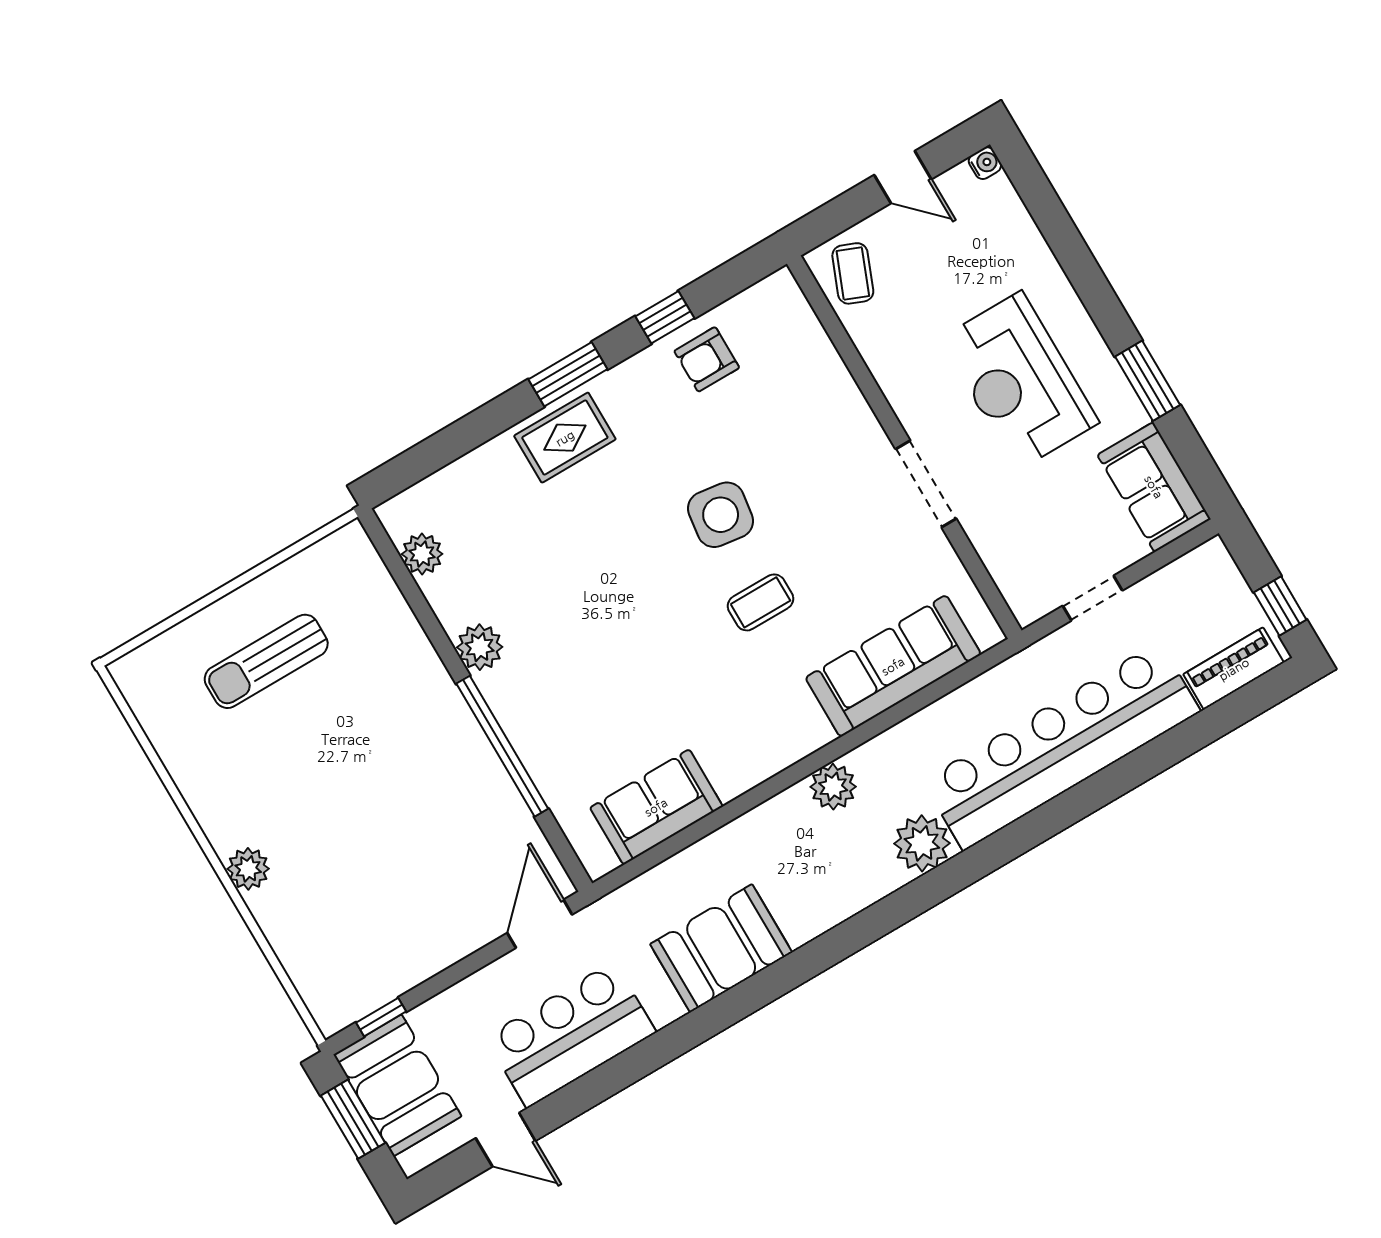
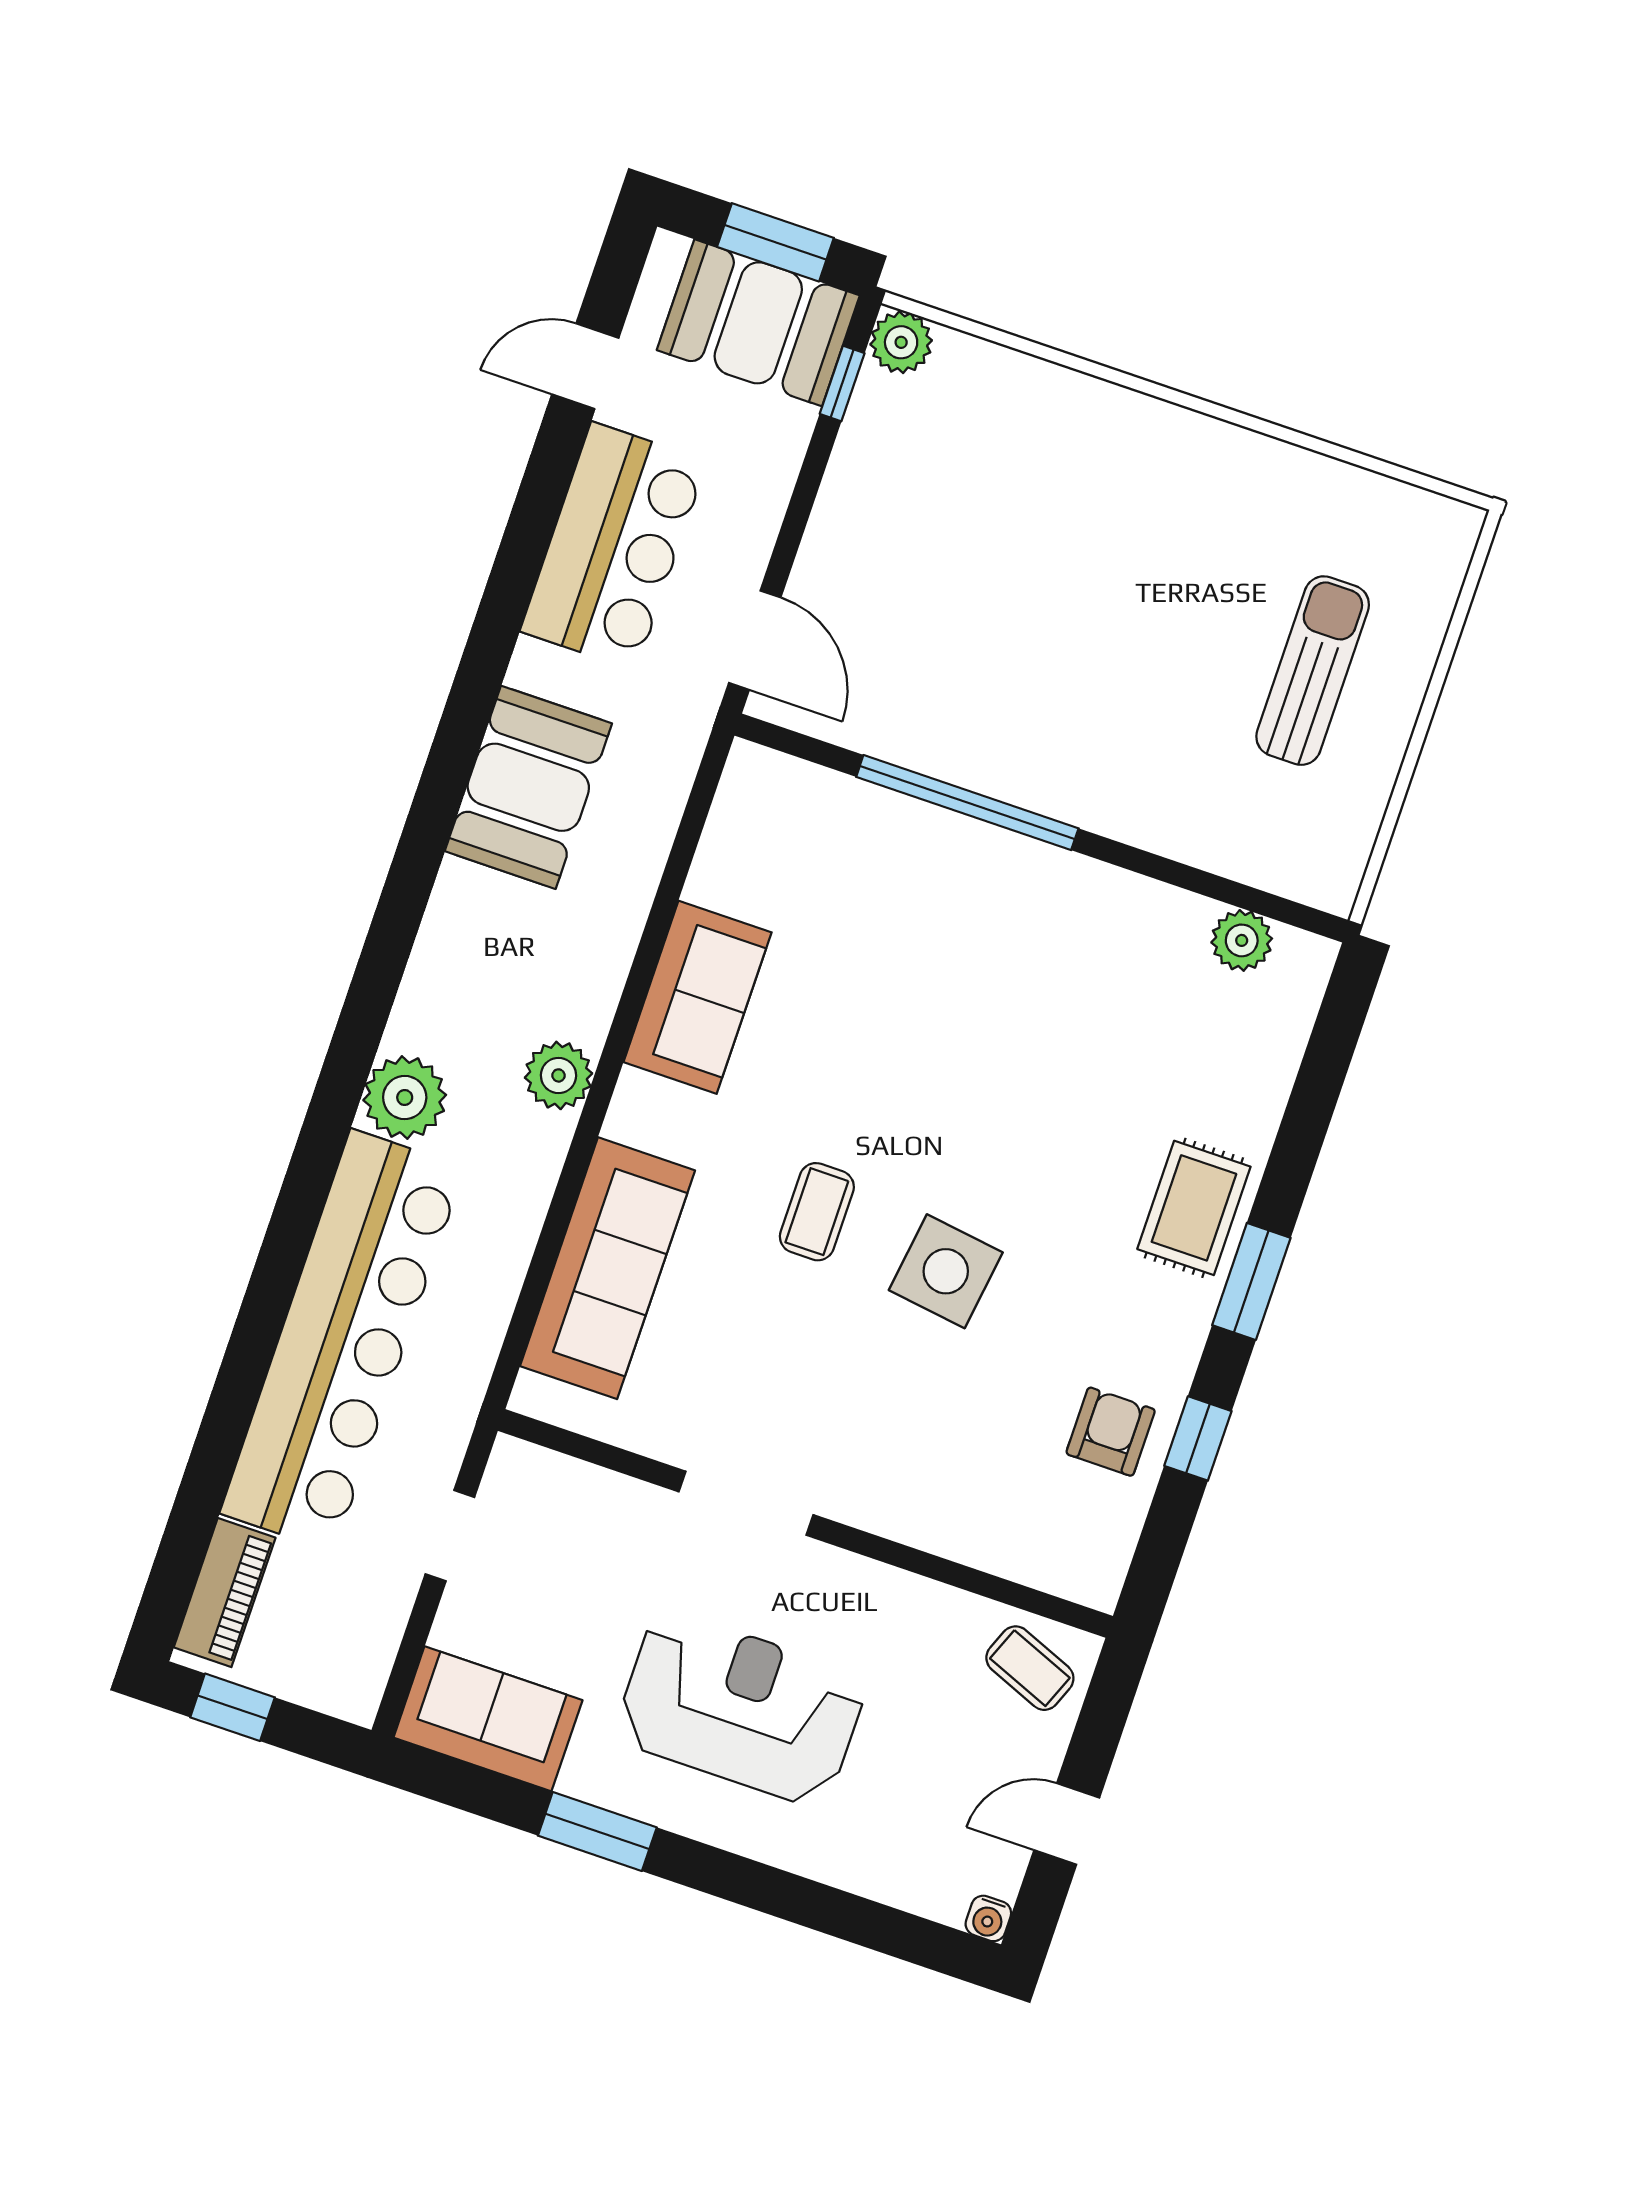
plant: (480, 647) -> (1088, 892), removed
sofa: (656, 807) -> (698, 997), moved
plant: (248, 869) -> (901, 342), moved

